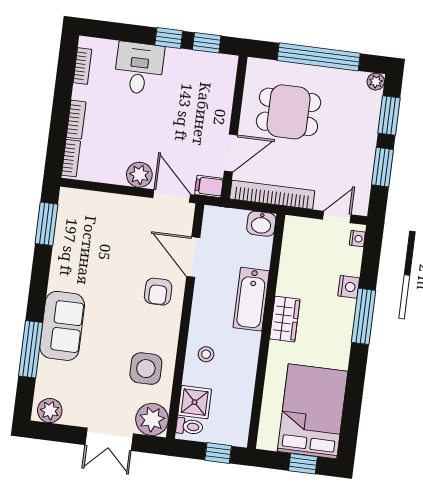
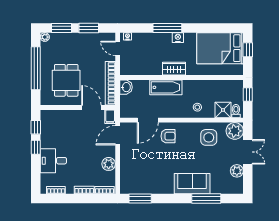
plant: (139, 175) -> (109, 164), moved
nightstand: (349, 287) -> (178, 38), moved
plant: (50, 411) -> (237, 171), moved

